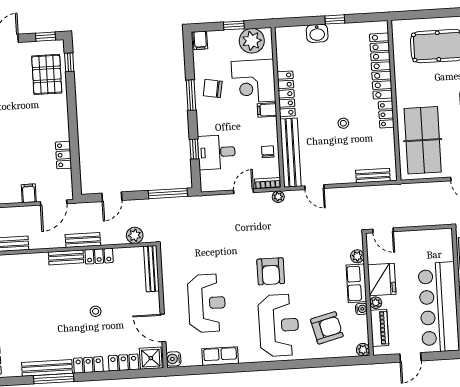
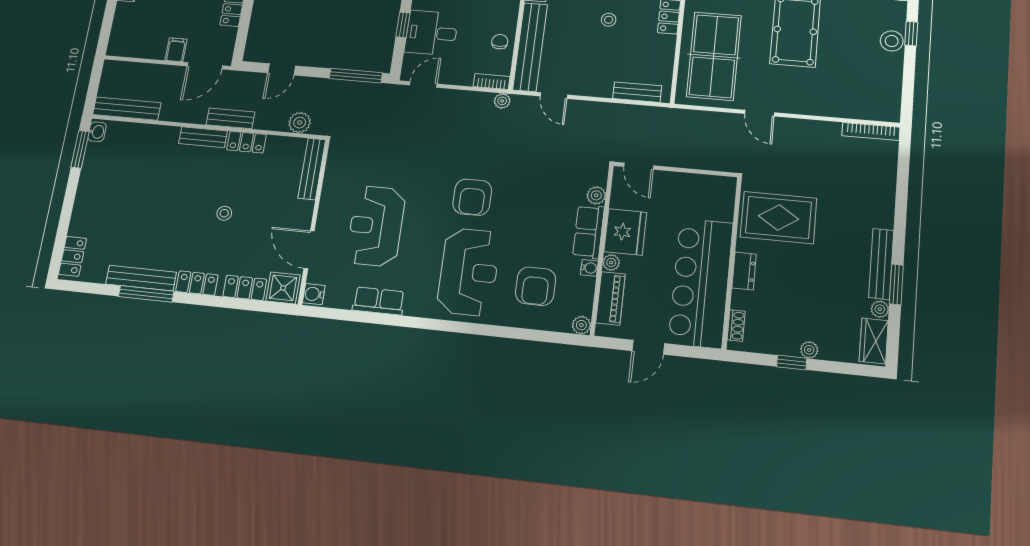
door: (244, 191) -> (423, 84), moved
reception desk: (207, 303) -> (376, 226), turned 180
armchair: (327, 328) -> (536, 286), turned 104

